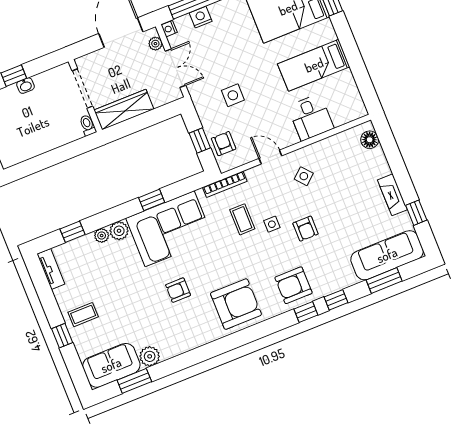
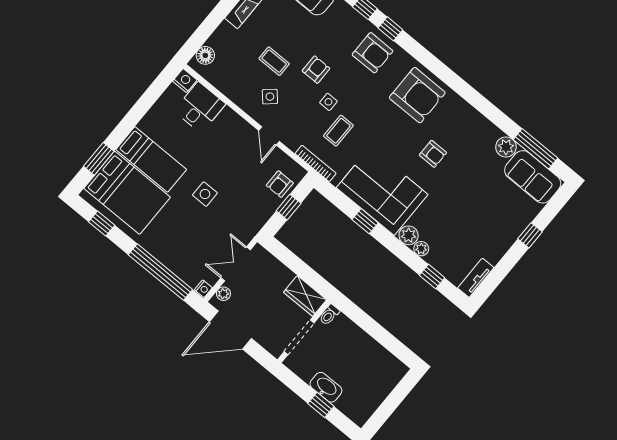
nightstand: (201, 17) -> (185, 81), moved, turned 180
bed: (314, 65) -> (151, 159), moved
washbasin: (26, 86) -> (326, 387), width x1.91, depth x1.45
side table: (233, 95) -> (205, 194), moved
wardrobe: (124, 110) -> (305, 296), width x0.67
desk: (311, 117) -> (200, 107), moved
armchair: (236, 304) -> (417, 95), turned 180
coffee table: (83, 315) -> (274, 61), moved
window: (134, 381) -> (535, 149), width x1.44

